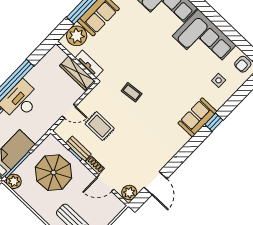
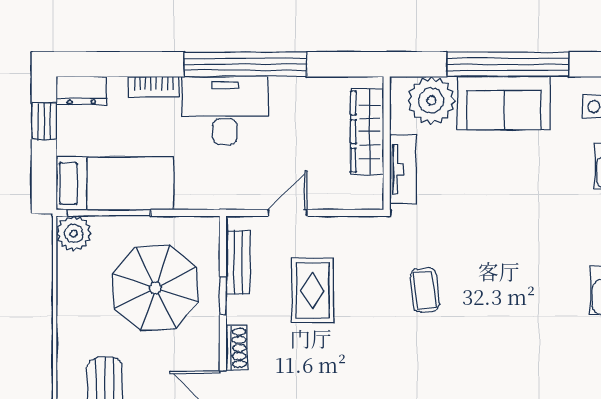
wardrobe: (77, 73) -> (367, 132), moved
door: (69, 111) -> (288, 213), swing flipped
bench: (78, 149) -> (238, 262), moved

